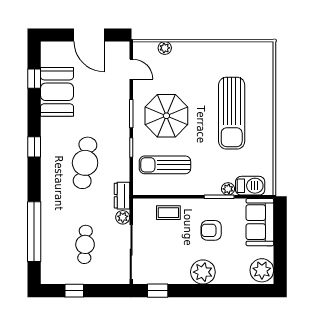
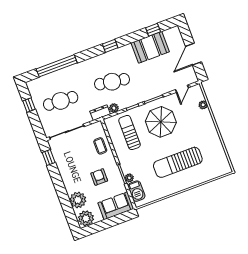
plant: (123, 217) -> (114, 108), moved
cafe table: (85, 244) -> (61, 101), width x1.37, depth x1.35
plant: (203, 272) -> (78, 200), moved

